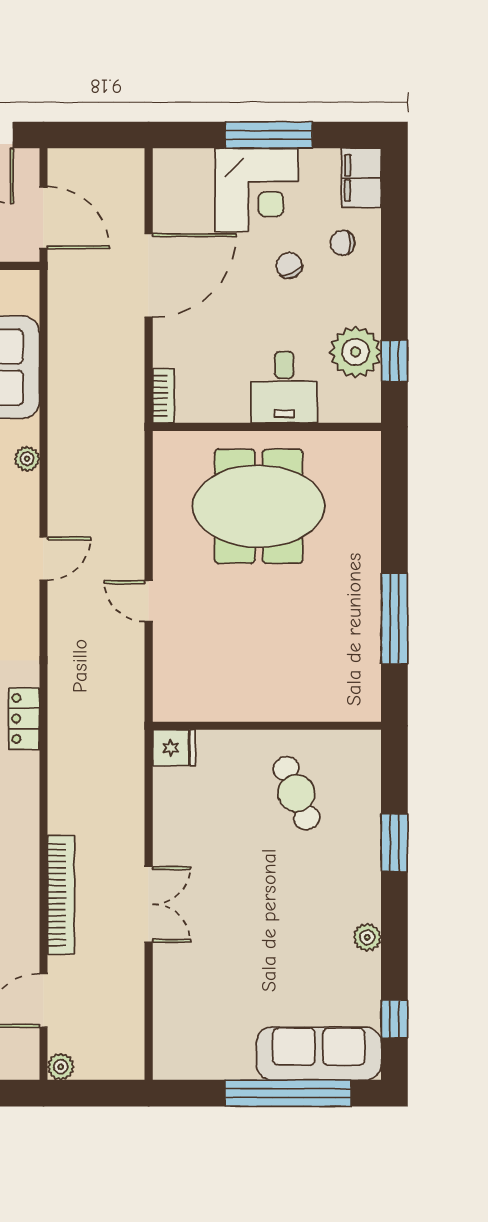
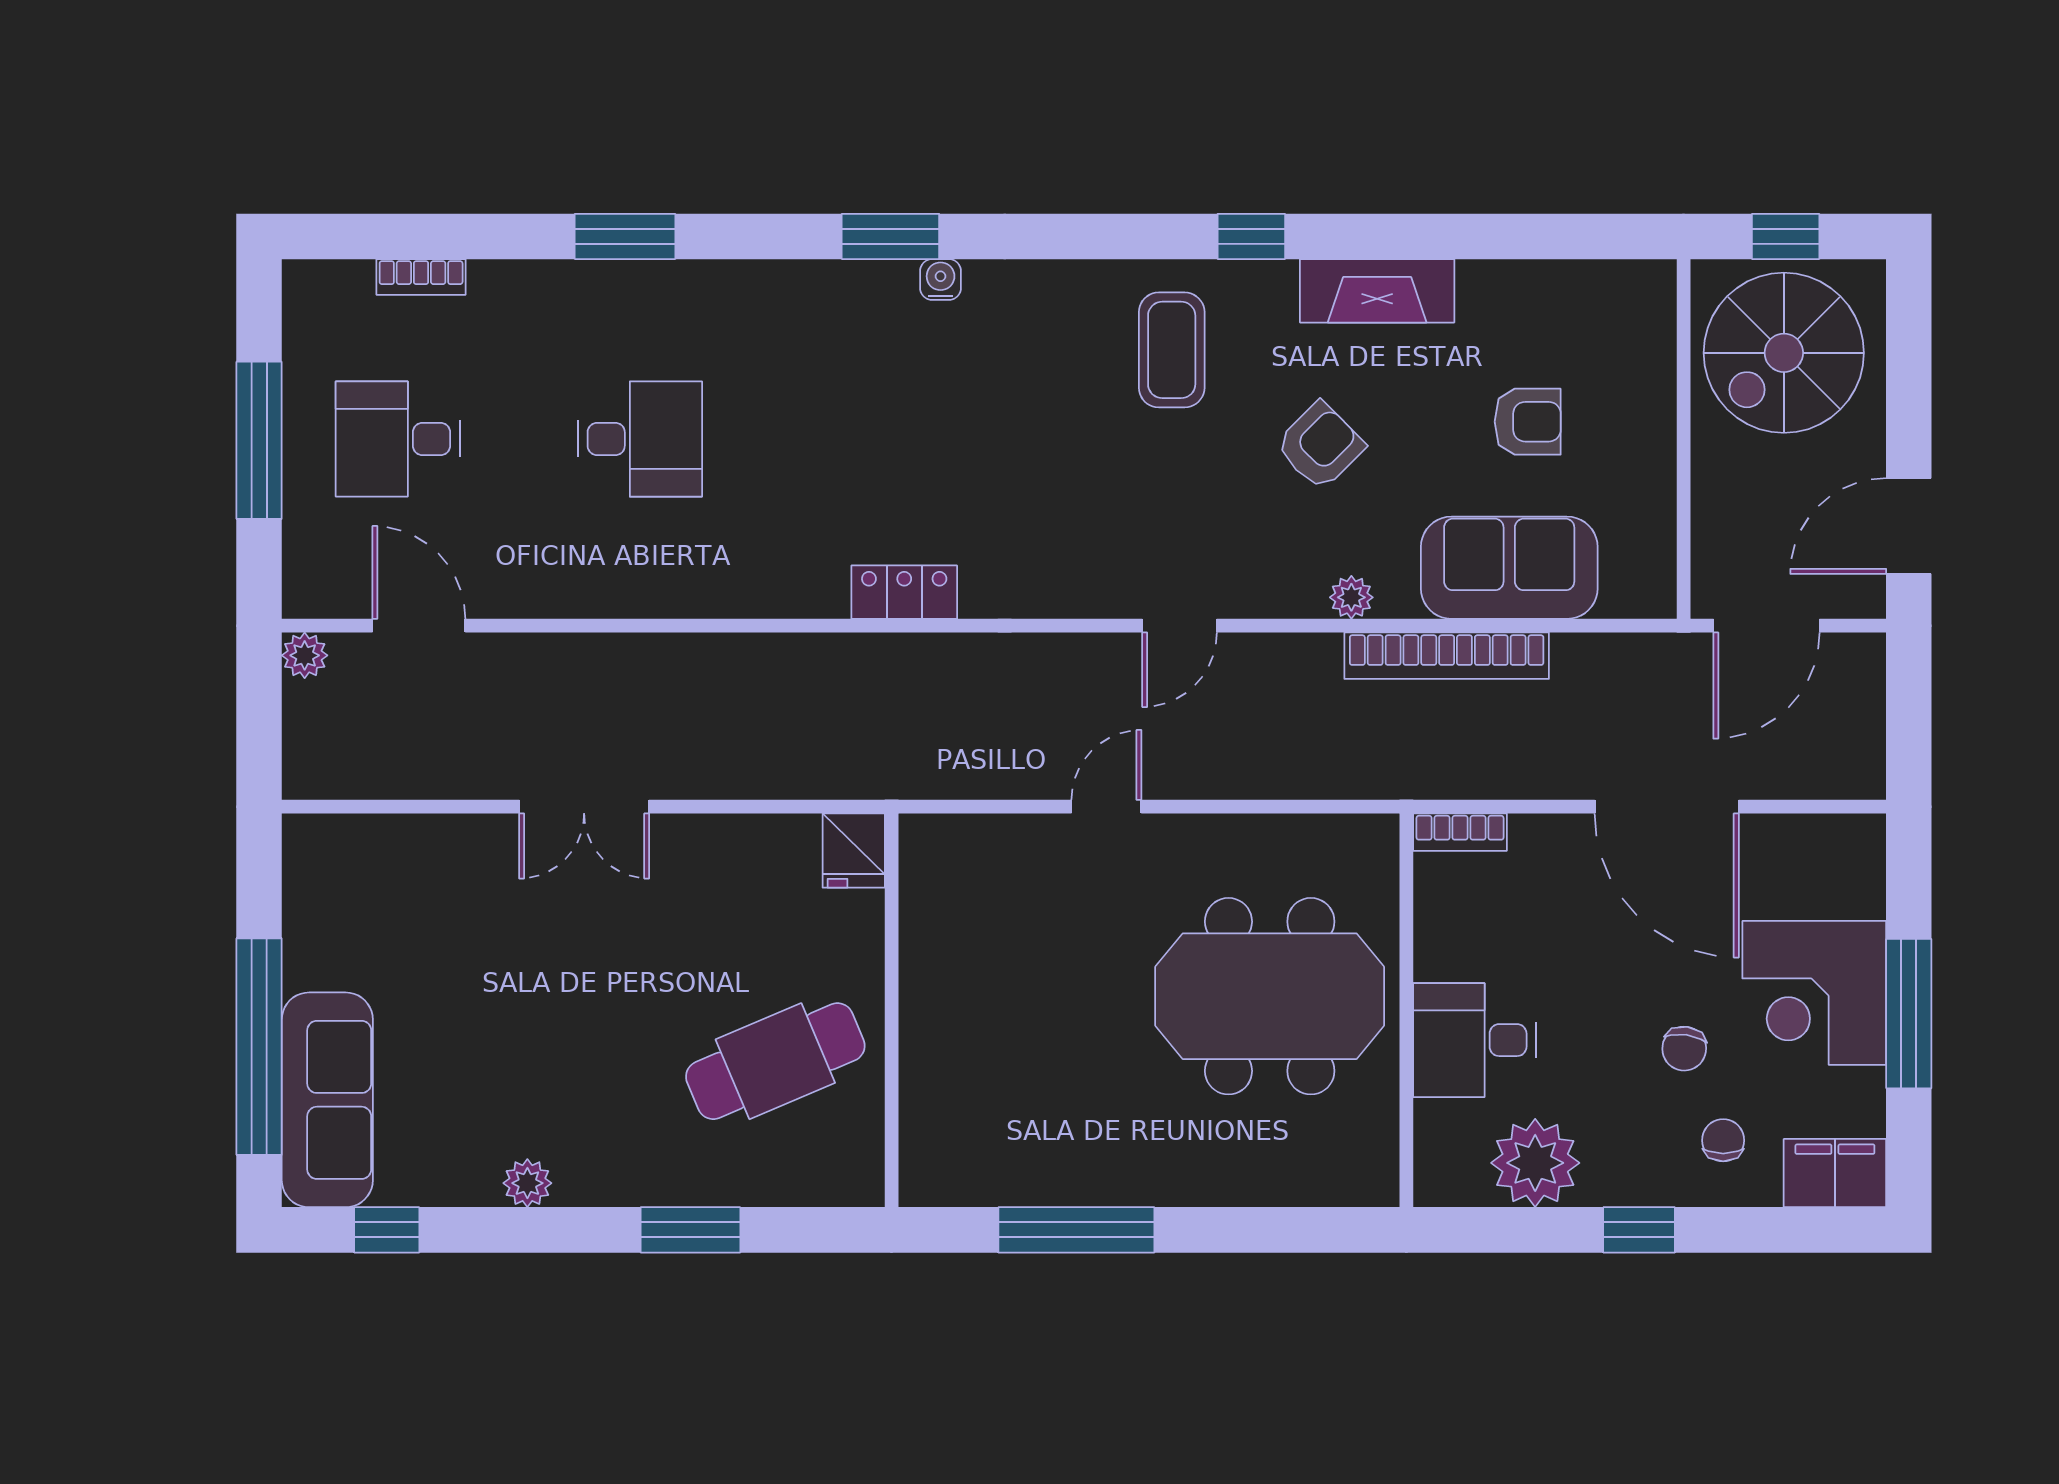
chair: (289, 265) -> (1684, 1049), turned 122
window: (394, 361) -> (1639, 1230), moved
meeting table: (259, 506) -> (1270, 996), turned 90
door: (43, 559) -> (1179, 626), hinge flipped
cafe table: (296, 793) -> (775, 1061), width x1.37, depth x1.35
bookcase: (61, 895) -> (1447, 656), moved

